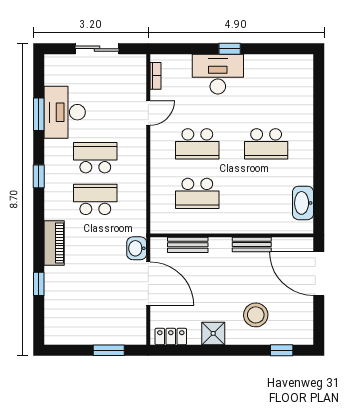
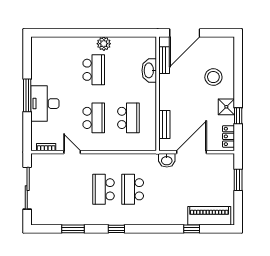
sliding door: (97, 49) -> (27, 188), width x1.37
window: (230, 49) -> (27, 95), width x2.17
desk: (65, 112) -> (72, 211), removed
plant: (303, 158) -> (104, 44), added
washbasin: (303, 203) -> (149, 70), moved, turned 90
piano: (54, 243) -> (209, 216), moved, width x1.37, depth x1.33
bench: (252, 245) -> (164, 60), moved
window: (282, 350) -> (238, 116), moved

